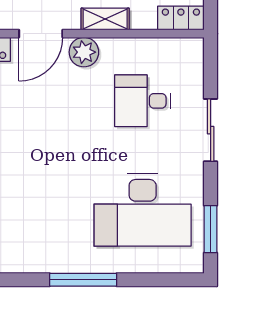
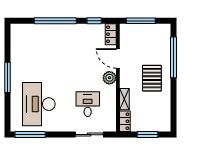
shelving: (105, 19) -> (124, 99), moved
sliding door: (211, 130) -> (89, 135), moved
window: (211, 229) -> (30, 135), width x1.44

